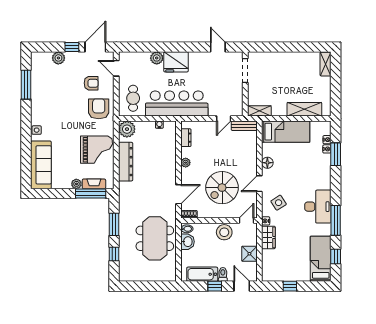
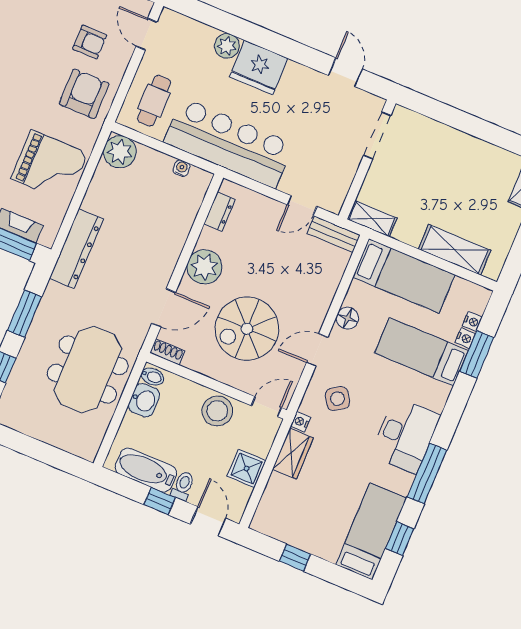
dresser: (126, 162) -> (76, 249), moved
plant: (186, 163) -> (204, 267), width x1.87, depth x1.87
bed: (309, 164) -> (421, 352), added

